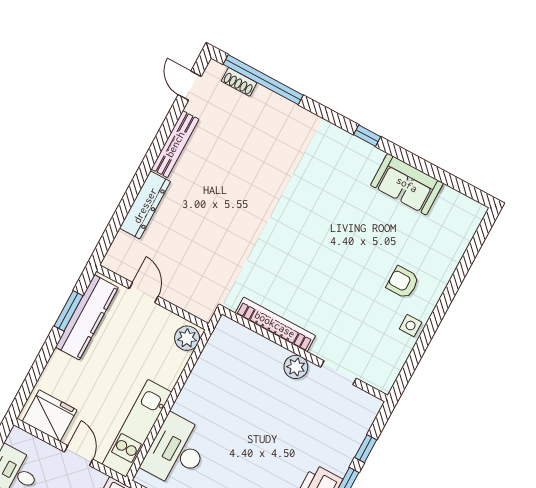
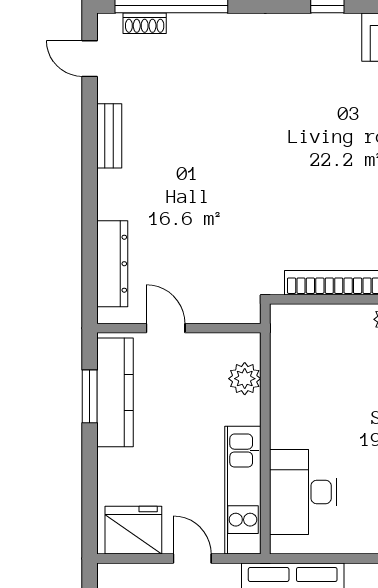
bench: (175, 144) -> (109, 136), width x0.73
dresser: (145, 205) -> (112, 264), moved
plant: (187, 338) -> (245, 379), moved

